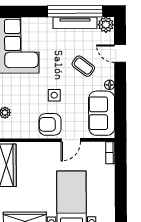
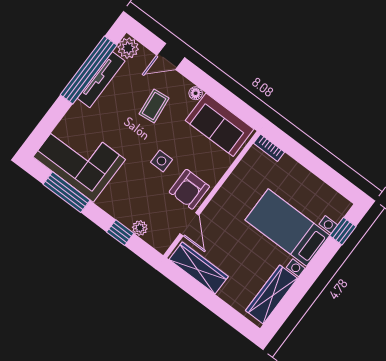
coffee table: (83, 66) -> (154, 106), turned -43
door: (71, 140) -> (189, 224), moved

